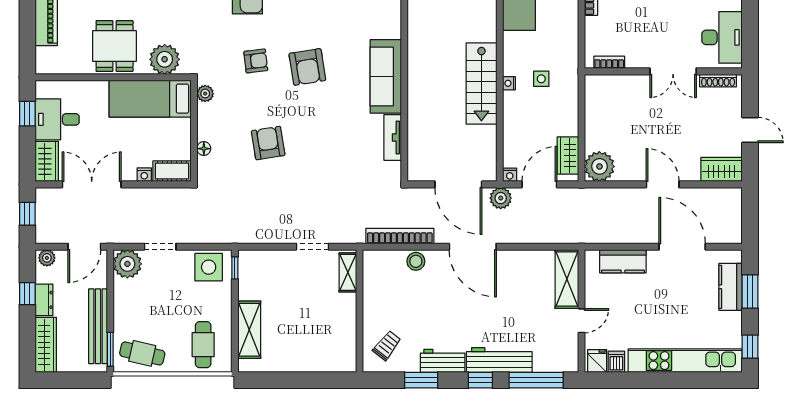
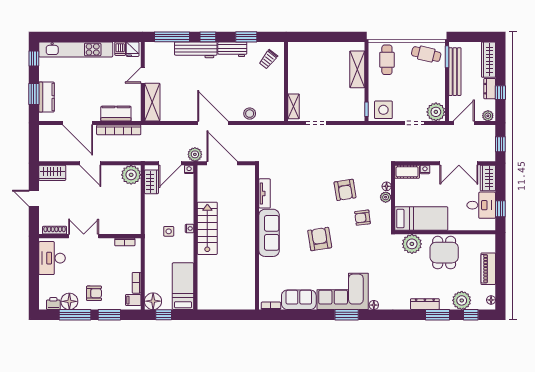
armchair: (256, 61) -> (362, 218), moved
plant: (205, 94) -> (386, 197), moved
bookcase: (400, 236) -> (119, 130), moved

